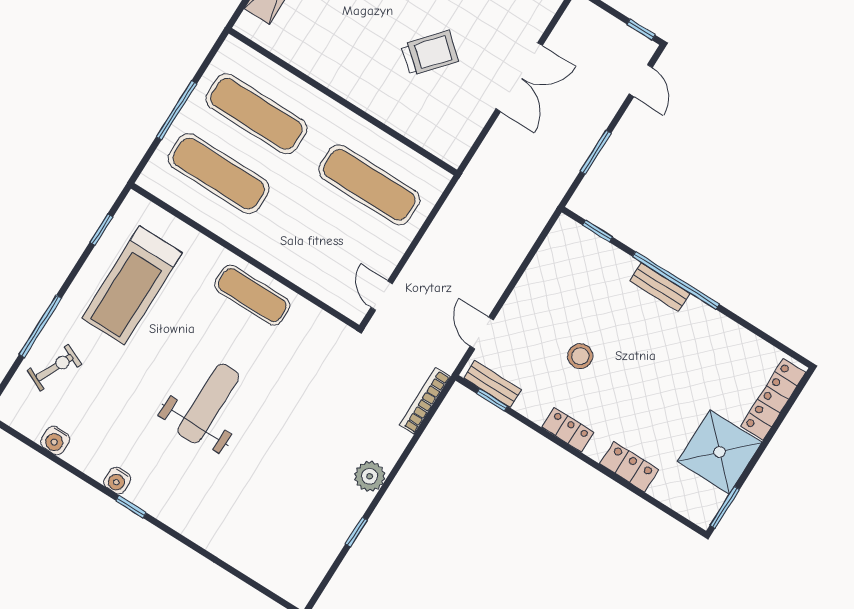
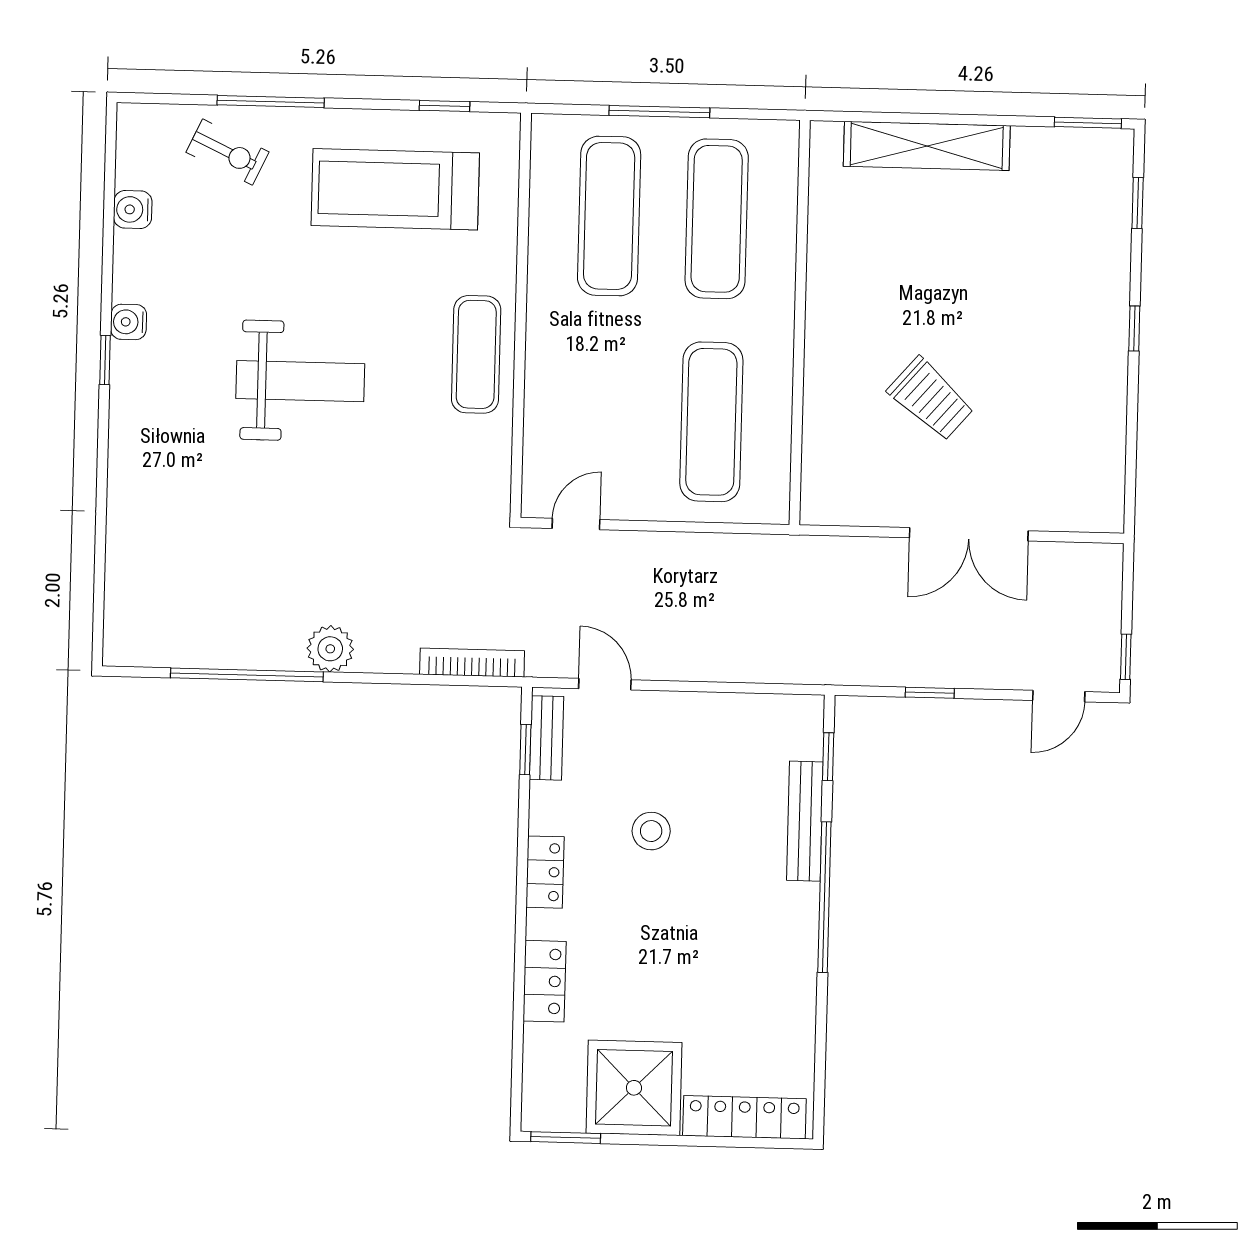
window: (596, 152) -> (930, 693), width x0.67
bench: (660, 287) -> (805, 821), moved, width x1.36
door: (482, 333) -> (605, 684), hinge flipped
window: (356, 532) -> (247, 675), width x3.17

